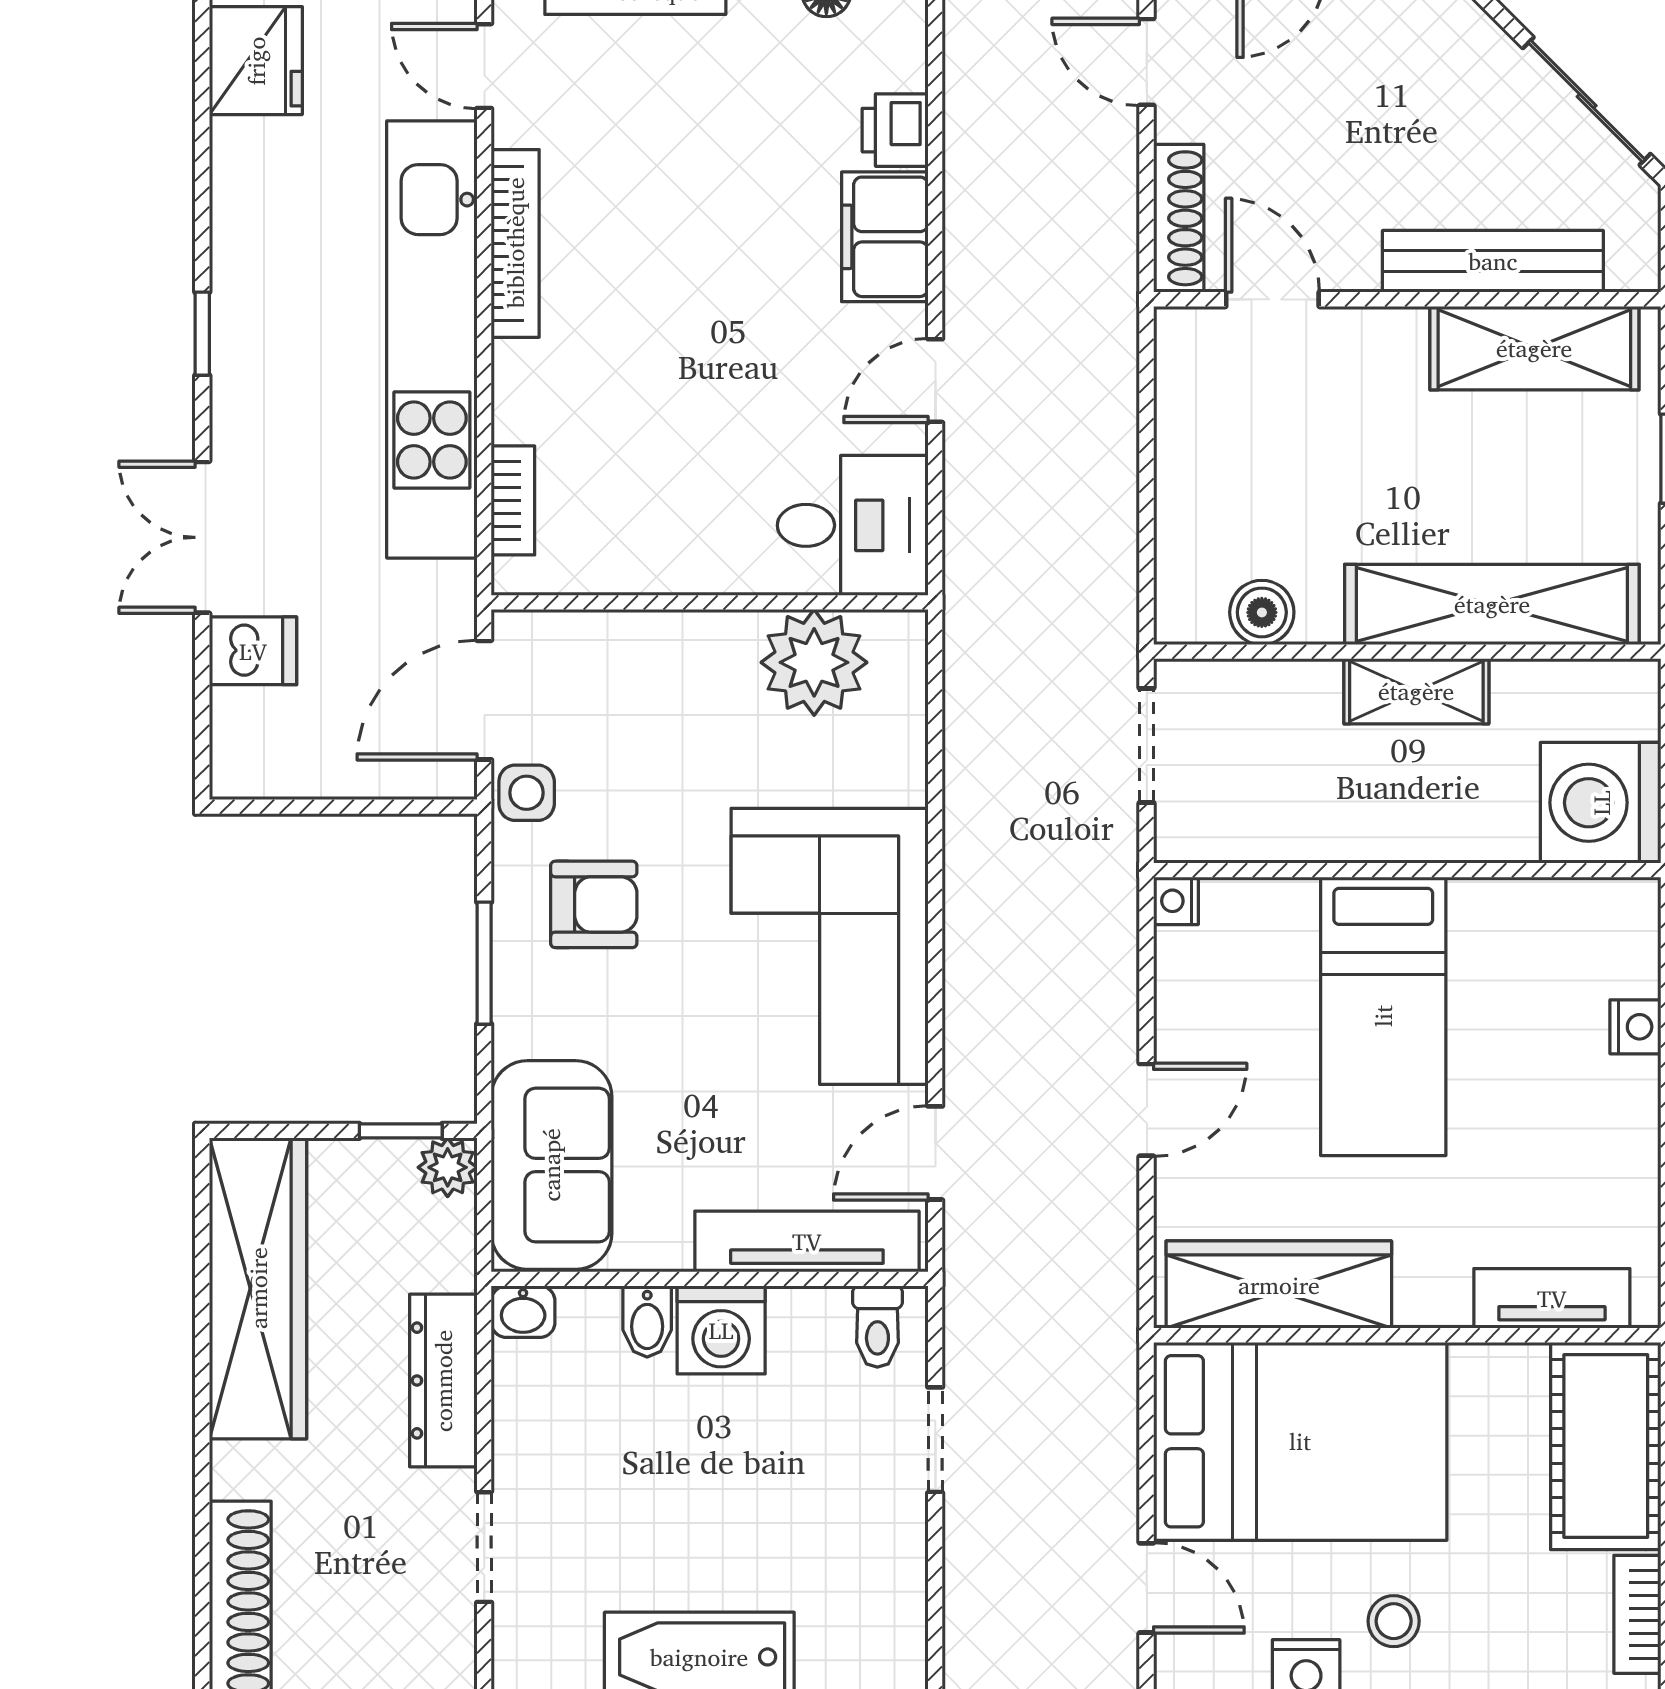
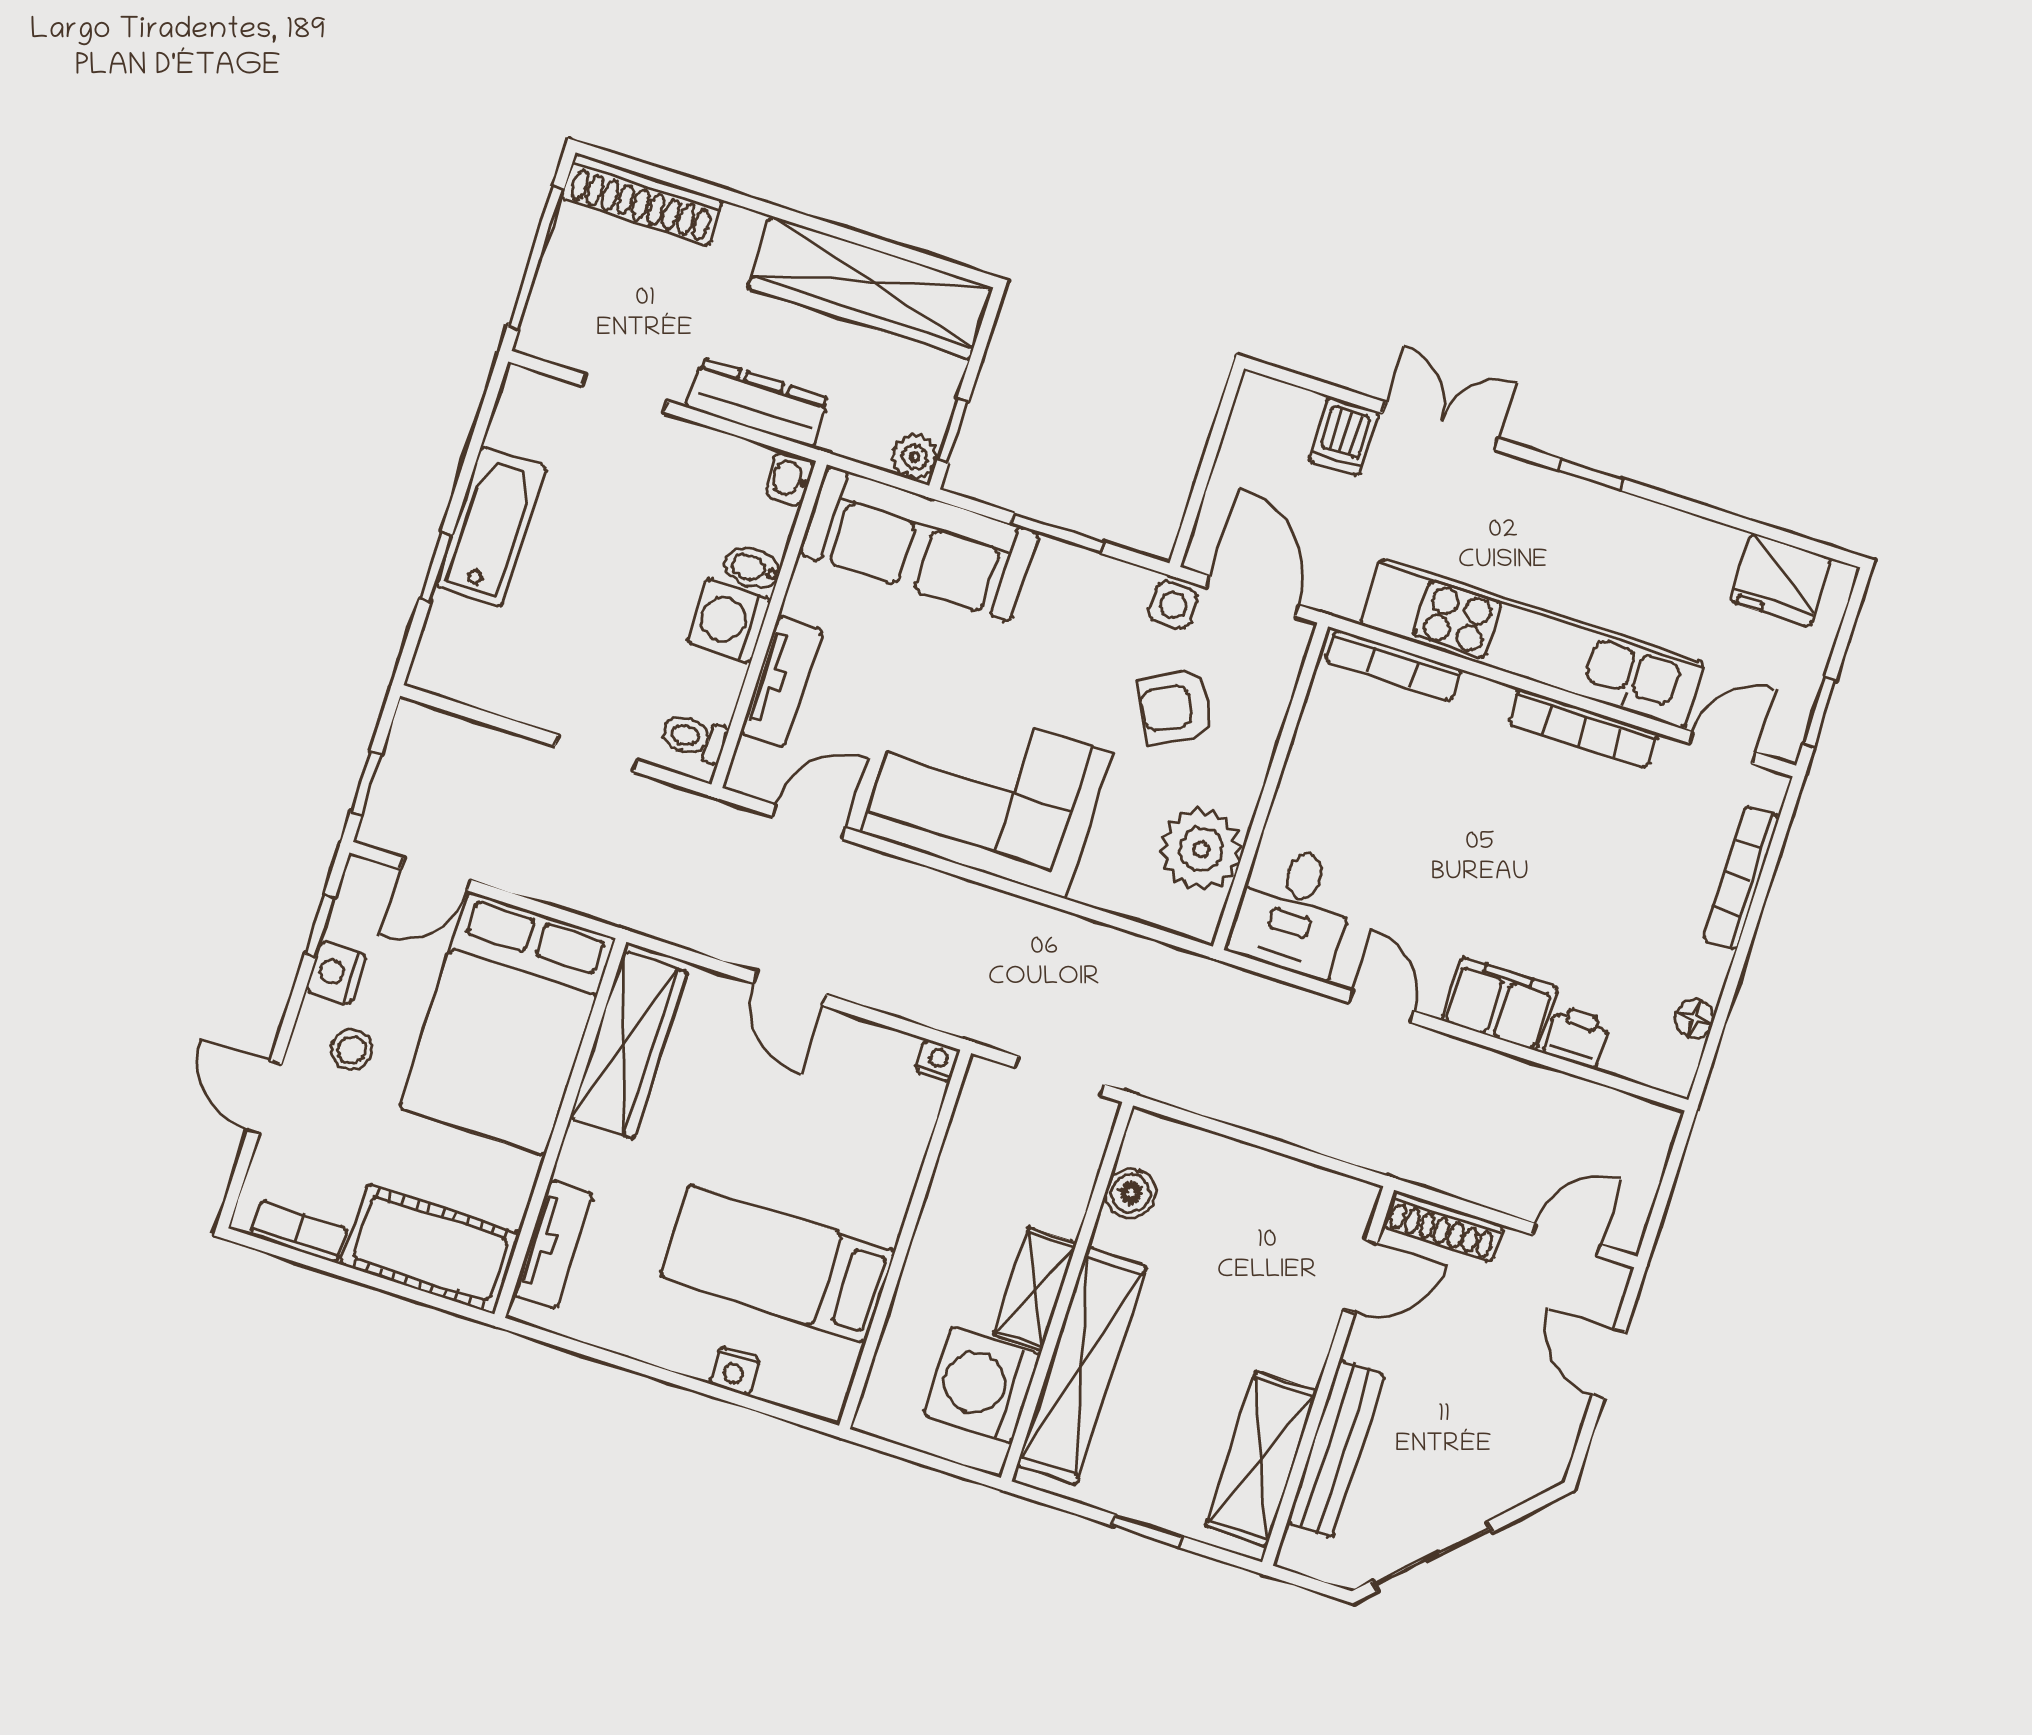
bookcase: (513, 500) -> (1393, 665), width x1.56
washing machine: (1601, 803) -> (982, 1385), moved, turned -90
armchair: (594, 904) -> (1176, 707), moved, turned 63
bed: (1383, 1016) -> (778, 1263), moved
door: (935, 1153) -> (808, 822), hinge flipped
sofa: (551, 1165) -> (919, 544), width x1.36
tv unit: (807, 1241) -> (781, 681), width x0.71

